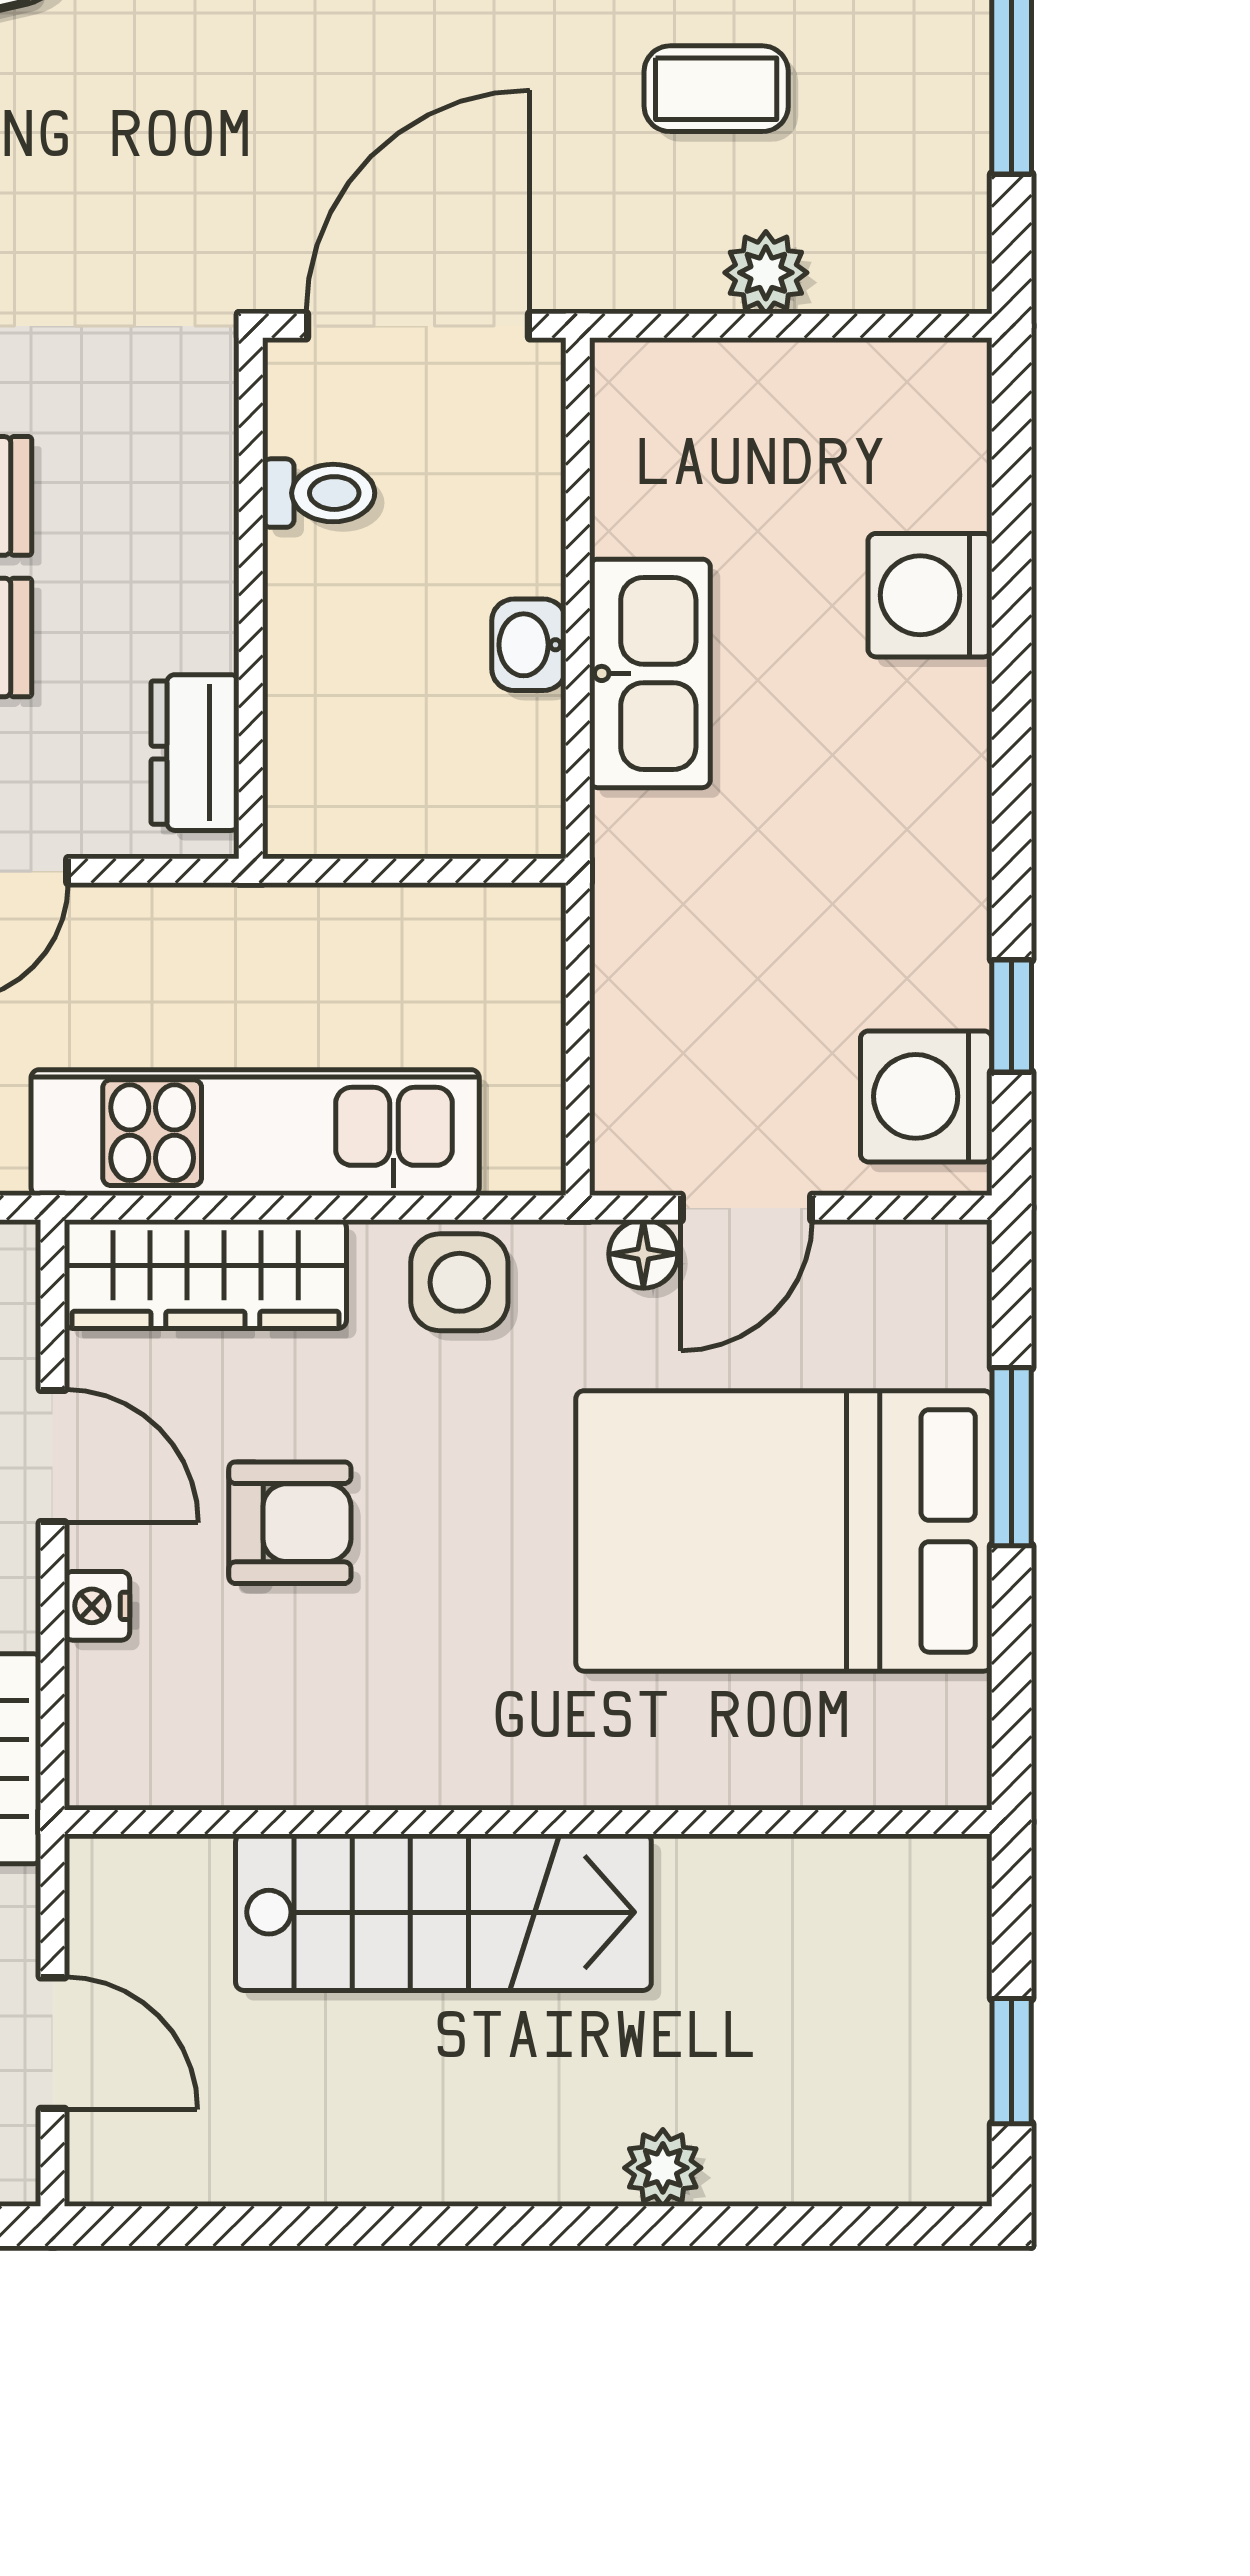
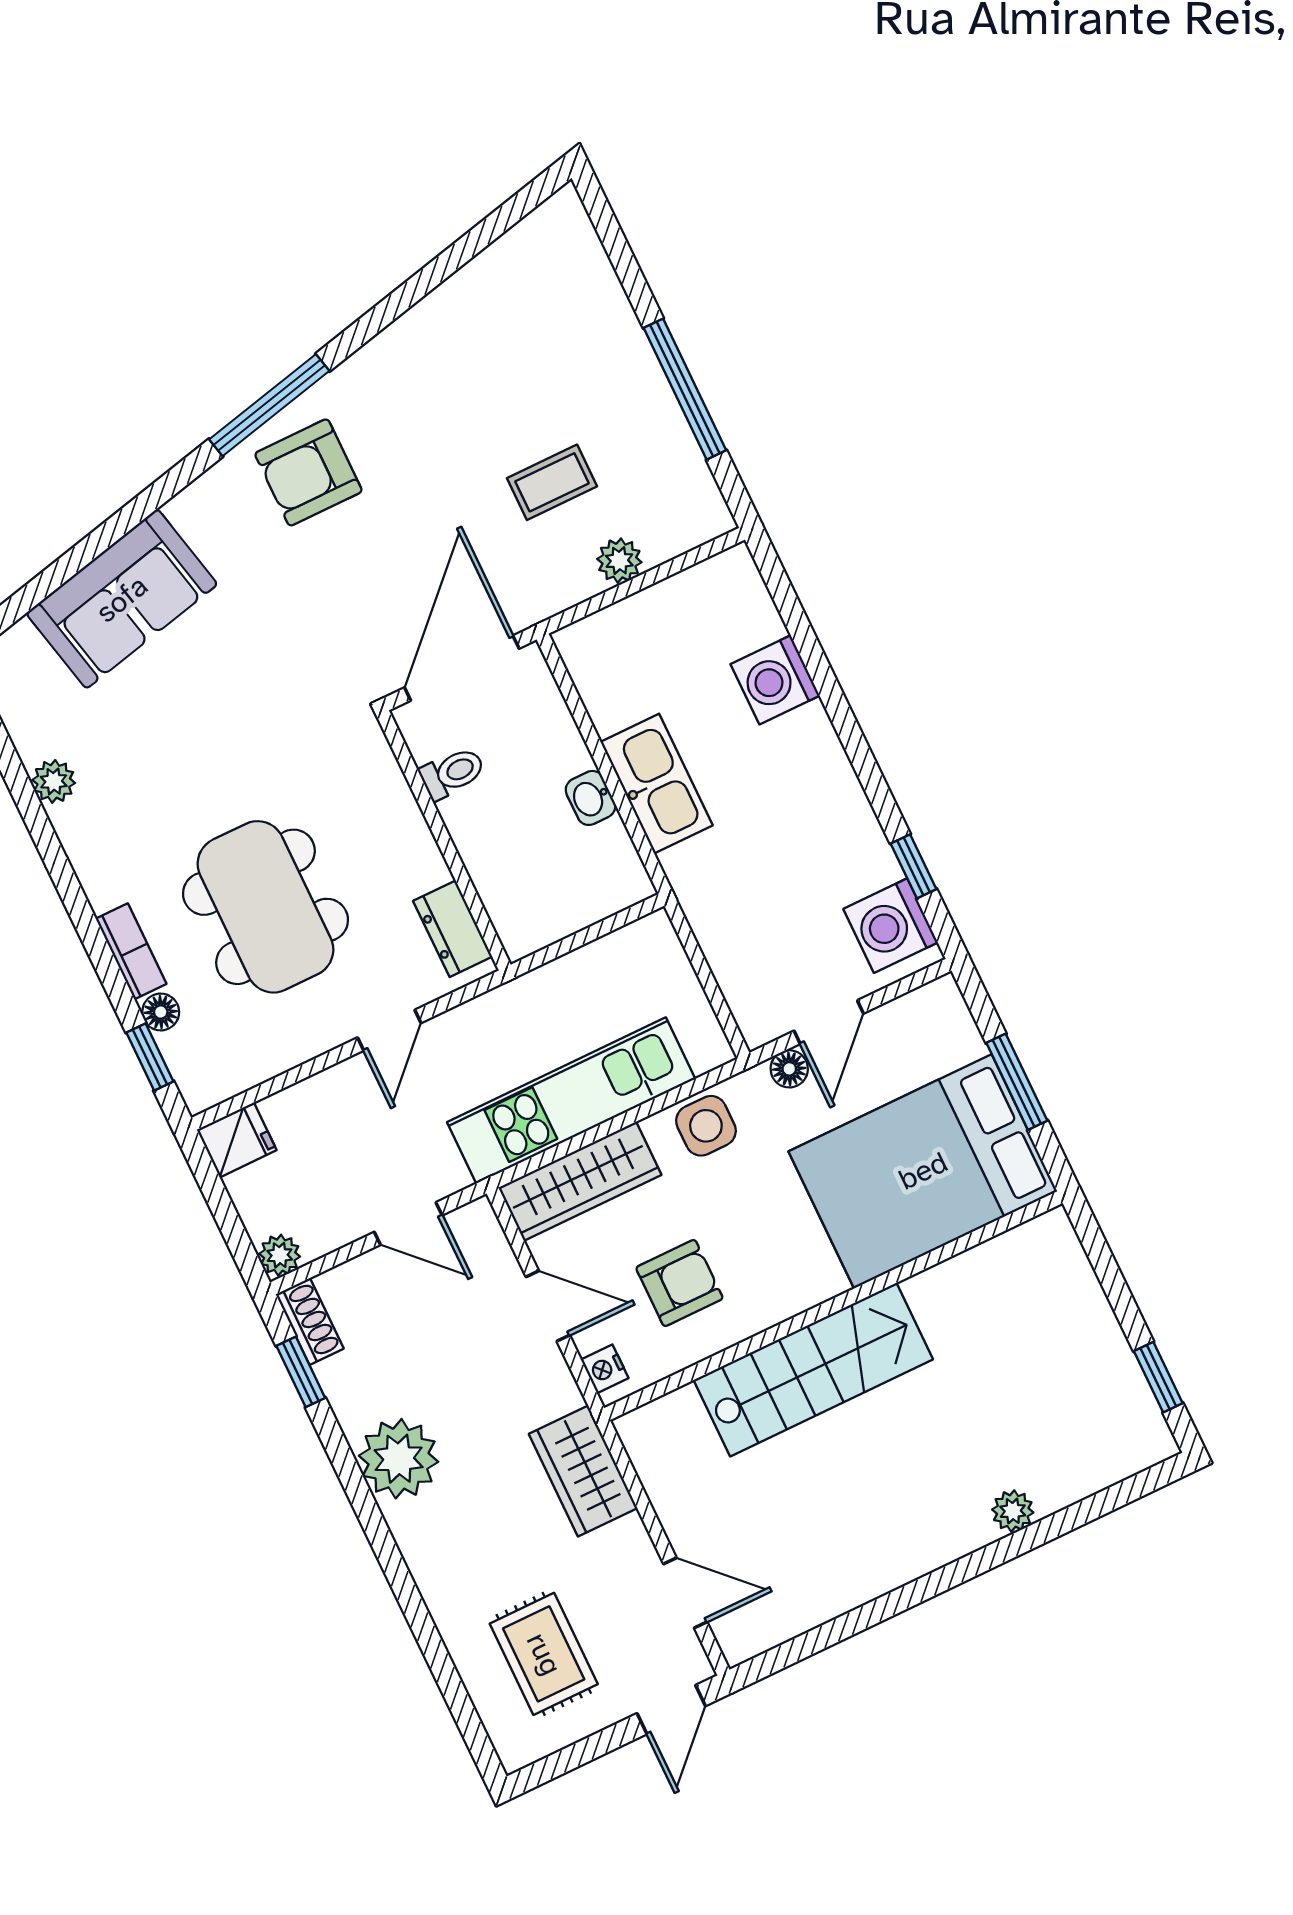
wall: (528, 1822) -> (833, 1306), moved
stairs: (443, 1912) -> (813, 1370), moved

